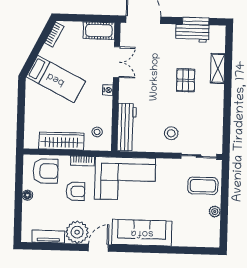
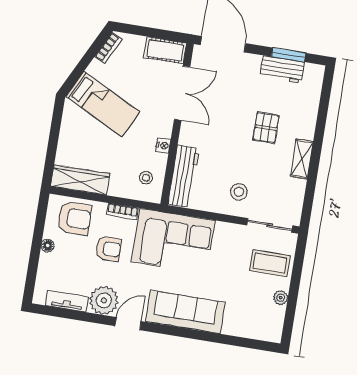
double door: (117, 62) -> (182, 93), width x1.37
shelving: (218, 68) -> (302, 159), moved
nightstand: (108, 90) -> (163, 146), moved
wardrobe: (61, 141) -> (80, 180), moved

